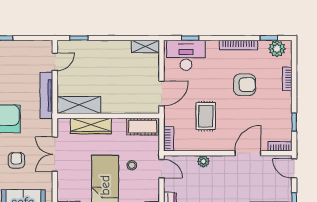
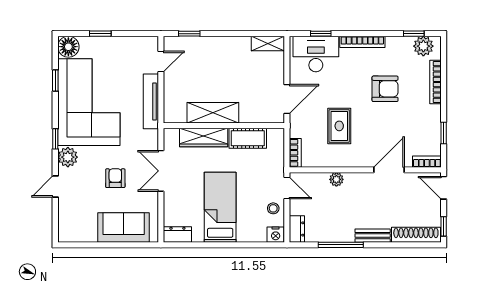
bookcase: (238, 45) -> (362, 42), moved
bookcase: (287, 79) -> (436, 82), width x1.56
shelving: (79, 105) -> (213, 113), moved
cot: (143, 127) -> (248, 138), moved
stool: (132, 165) -> (273, 208), moved

